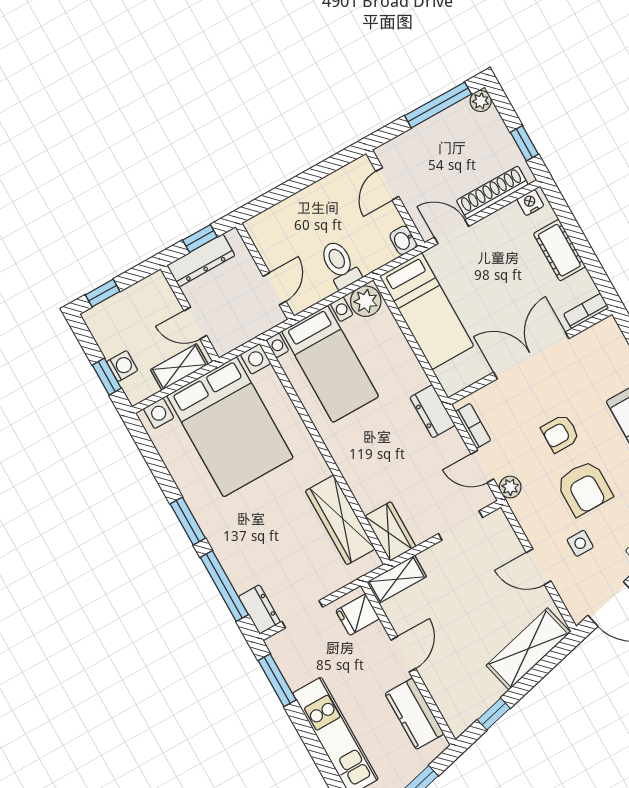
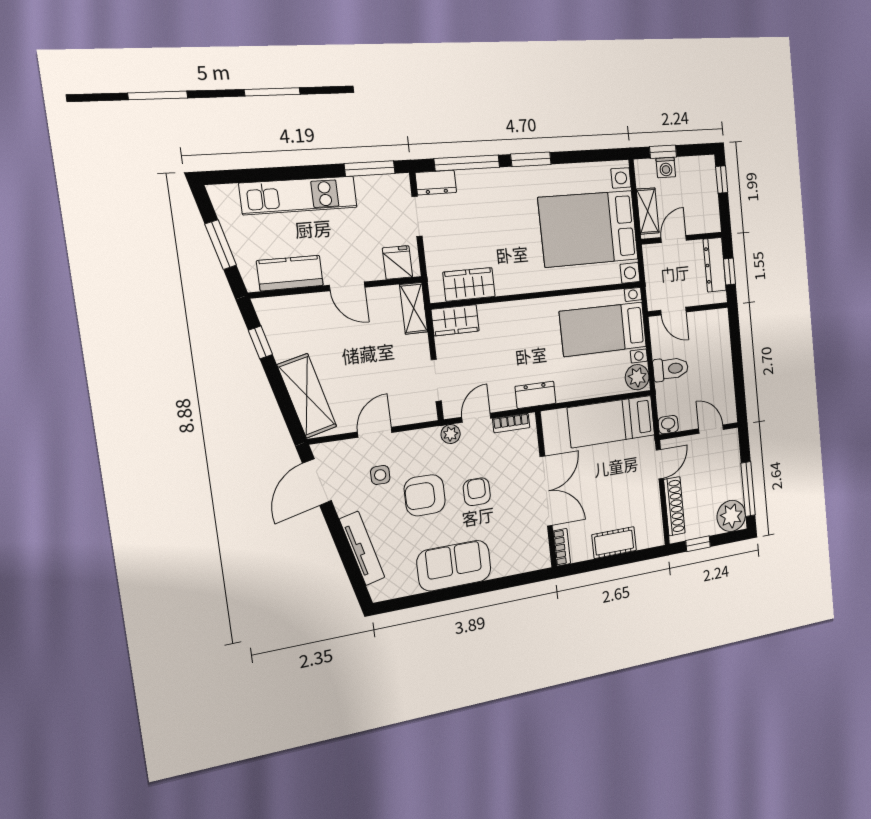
plant: (481, 101) -> (731, 516), width x1.87, depth x1.87
nightstand: (530, 203) -> (656, 533), removed
wardrobe: (340, 520) -> (469, 284), width x0.67

